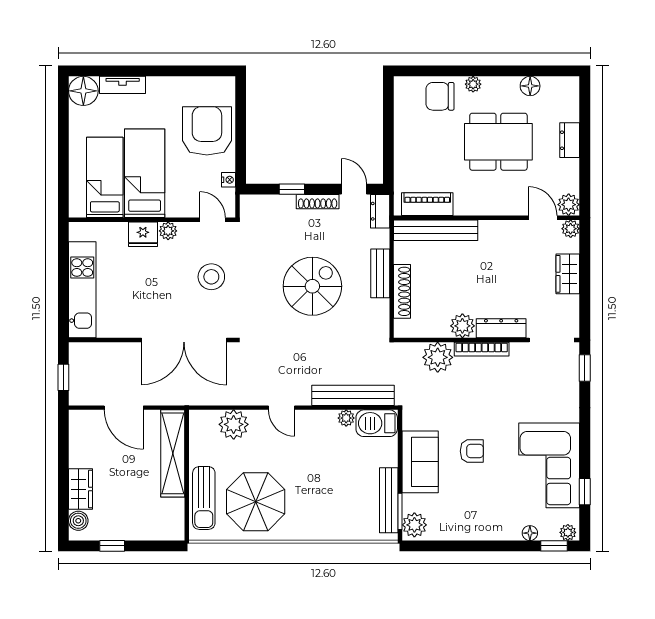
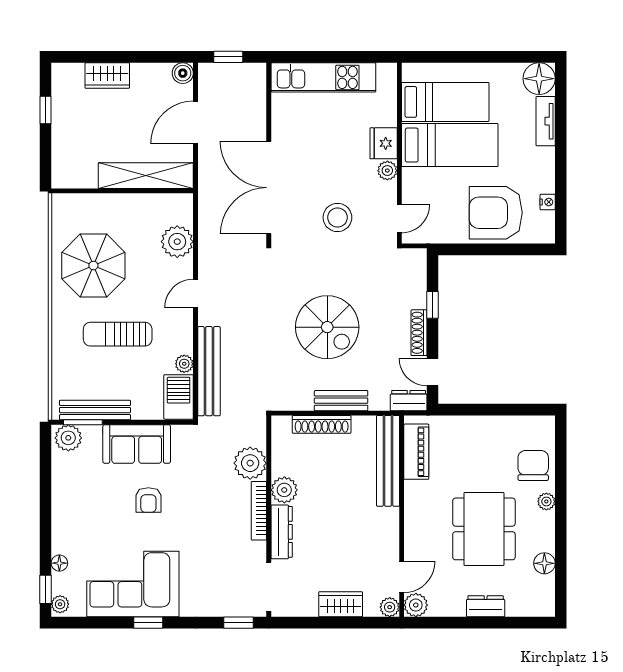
armchair: (207, 131) -> (496, 213), turned 180
nightstand: (229, 180) -> (548, 202), moved, turned -90
door: (354, 189) -> (433, 372), swing flipped
window: (585, 492) -> (148, 623), moved
sun lounger: (204, 498) -> (118, 334), moved
boiler: (78, 521) -> (183, 73), moved

